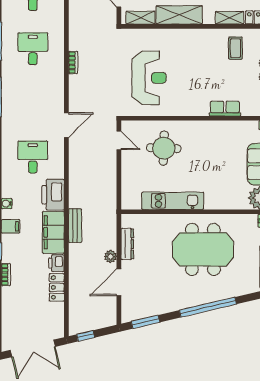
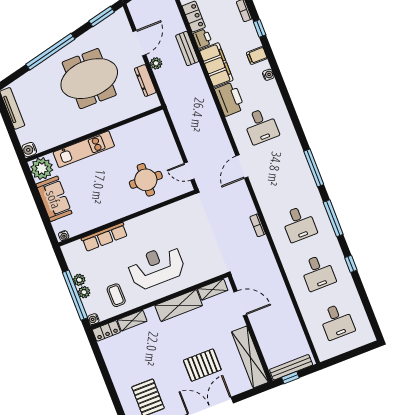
reception desk: (149, 78) -> (156, 267), moved, turned 90
row of seats: (225, 109) -> (105, 237), width x1.48
kitchen unit: (173, 201) -> (84, 149), moved
bench: (75, 226) -> (187, 49), moved
meeting table: (203, 249) -> (89, 79), moved

